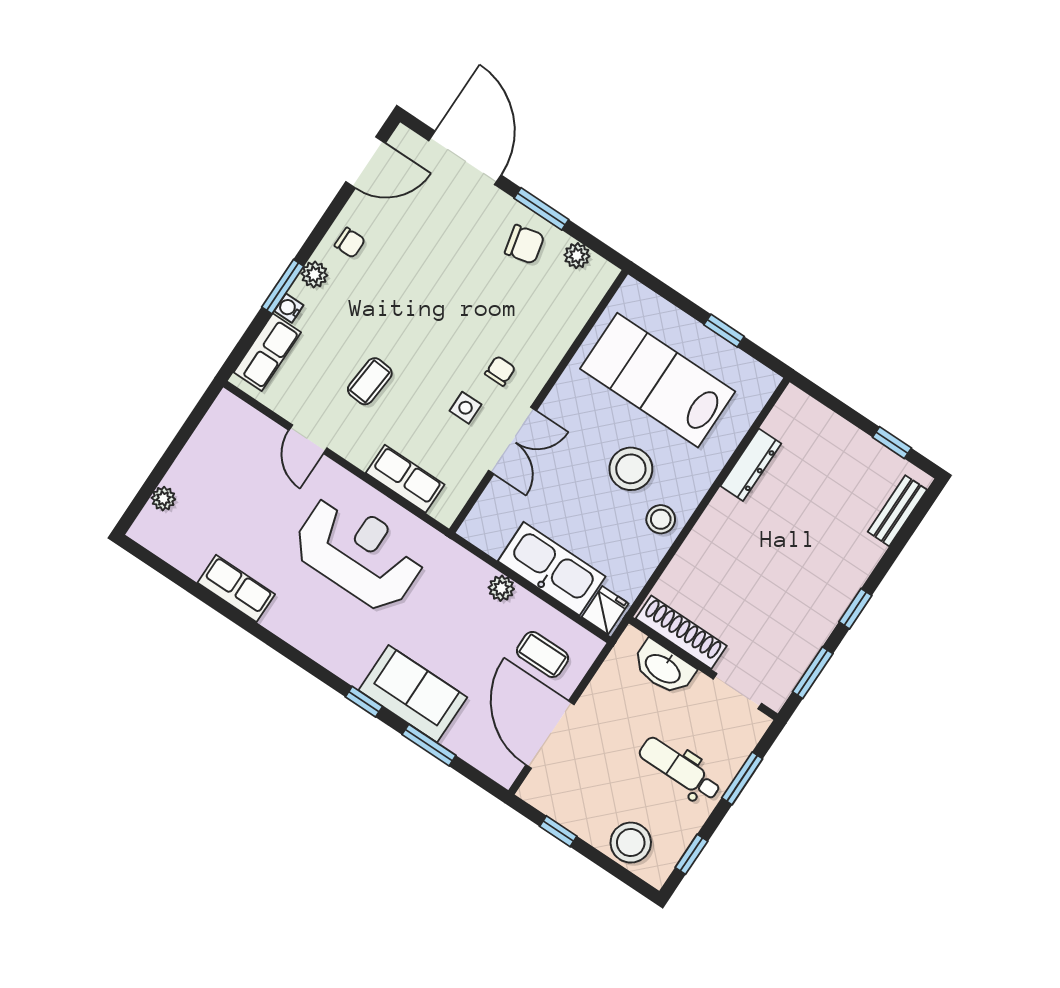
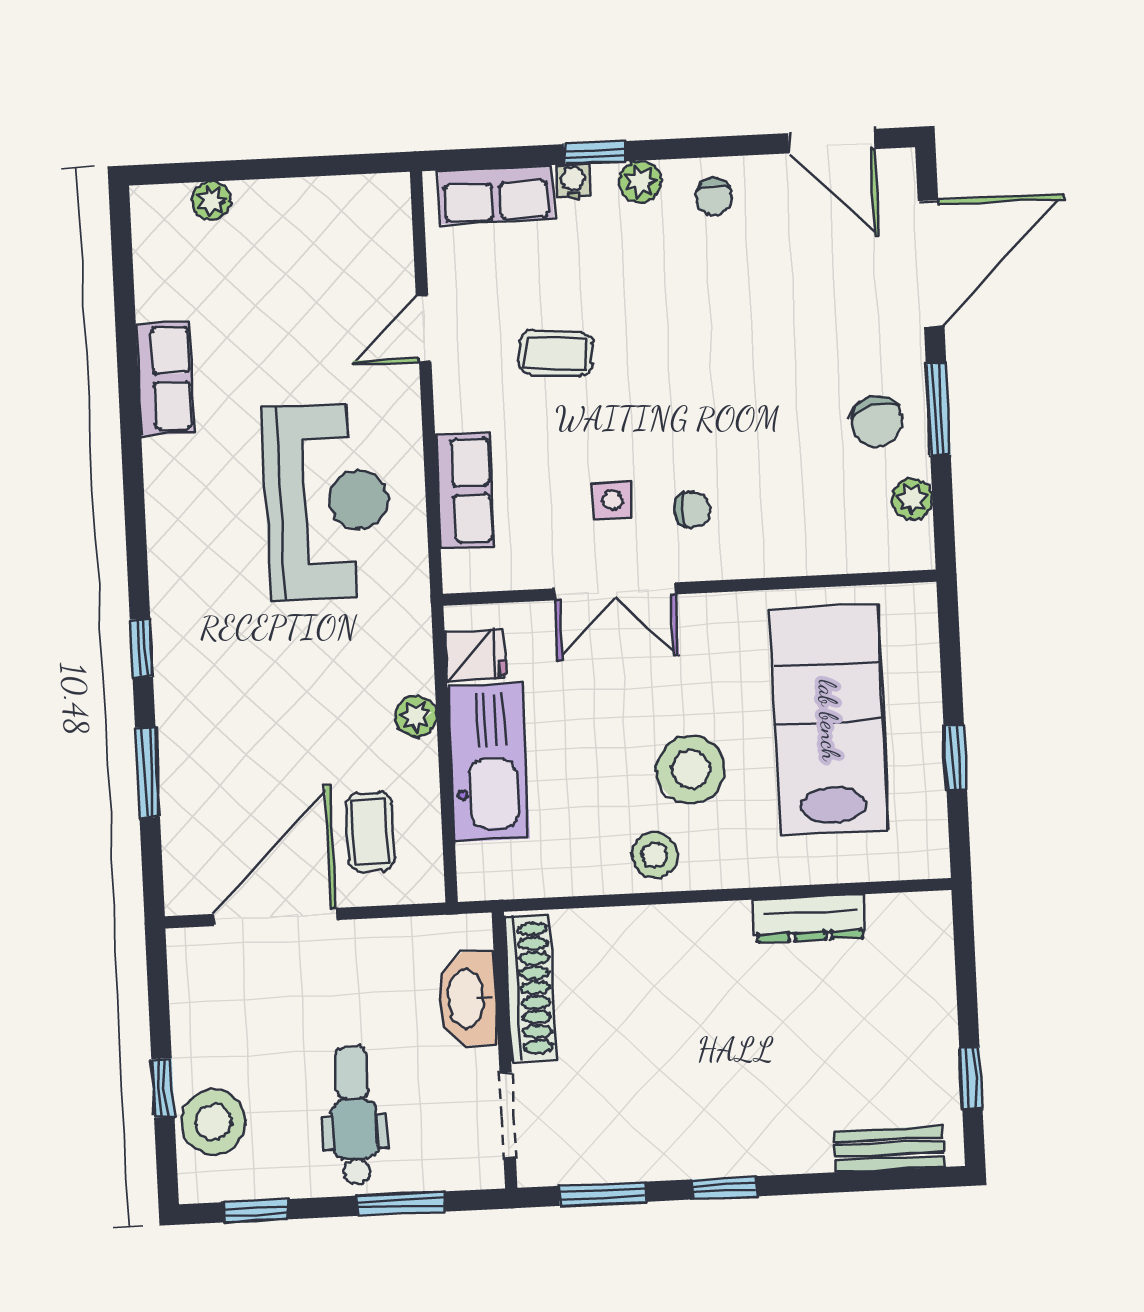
window: (283, 287) -> (595, 153), width x0.67
fridge: (605, 610) -> (476, 656), moved
sofa: (413, 694) -> (198, 703), removed
window: (558, 831) -> (163, 1088), moved

